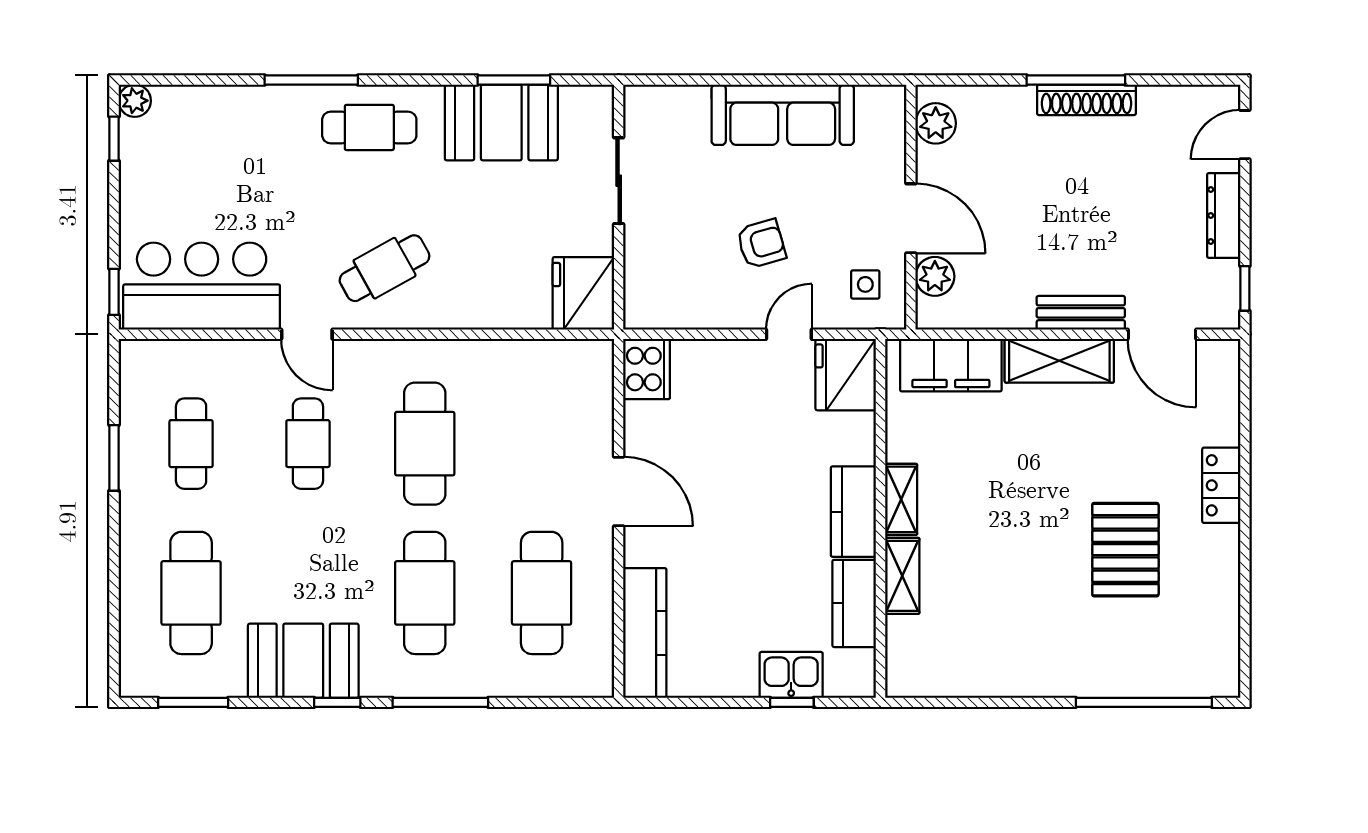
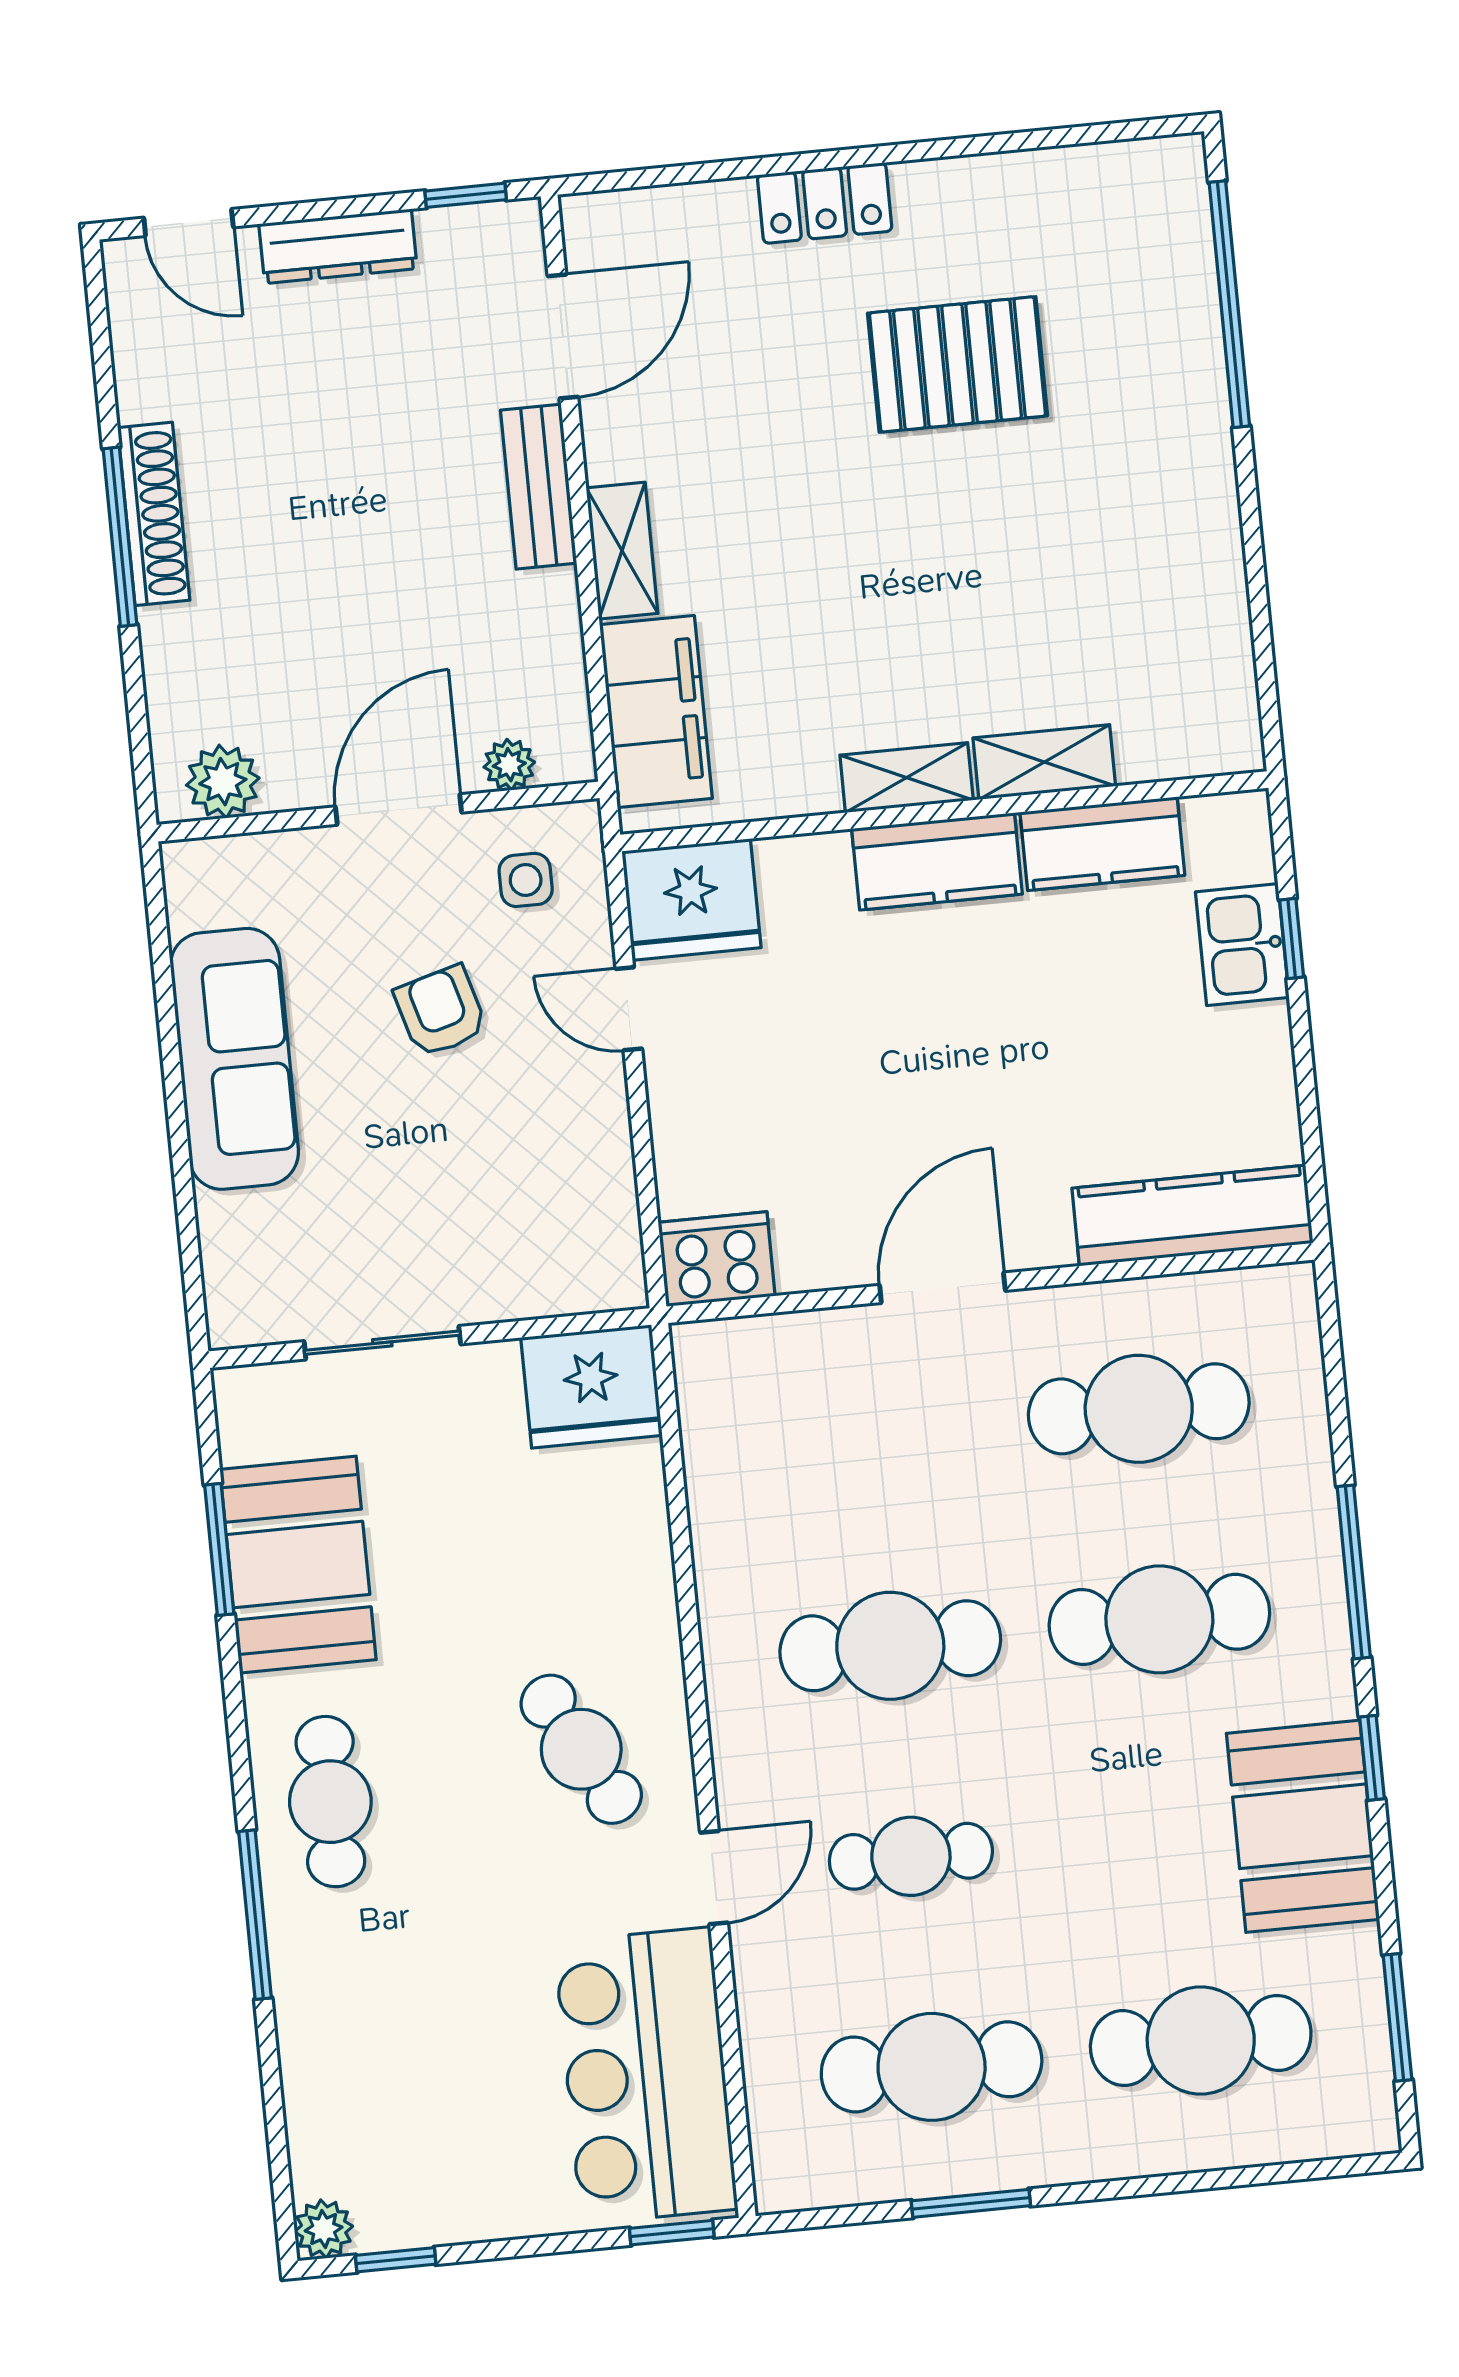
armchair: (761, 244) -> (441, 1011), moved
plant: (935, 276) -> (509, 765), width x0.73, depth x0.73
shelving: (1059, 361) -> (622, 551), width x0.67, depth x0.75
cafe table: (191, 444) -> (932, 2067), width x1.37, depth x1.35

